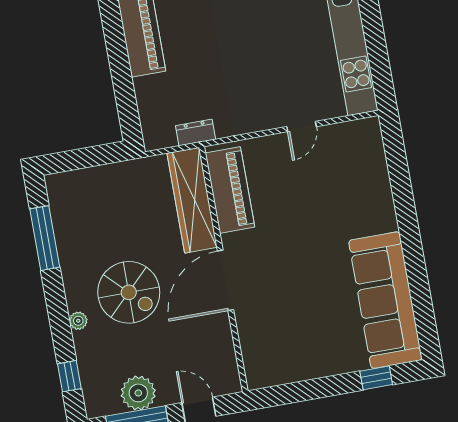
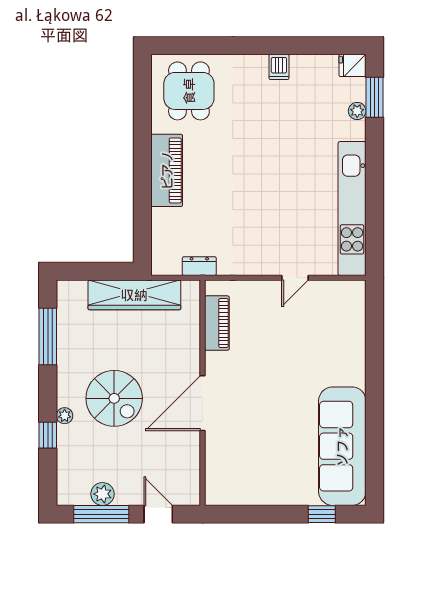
piano: (230, 190) -> (217, 323), width x0.73, depth x0.75
wardrobe: (192, 200) -> (134, 295), moved, turned -90
window: (69, 376) -> (48, 435), moved
plant: (138, 393) -> (103, 494), width x0.73, depth x0.73

